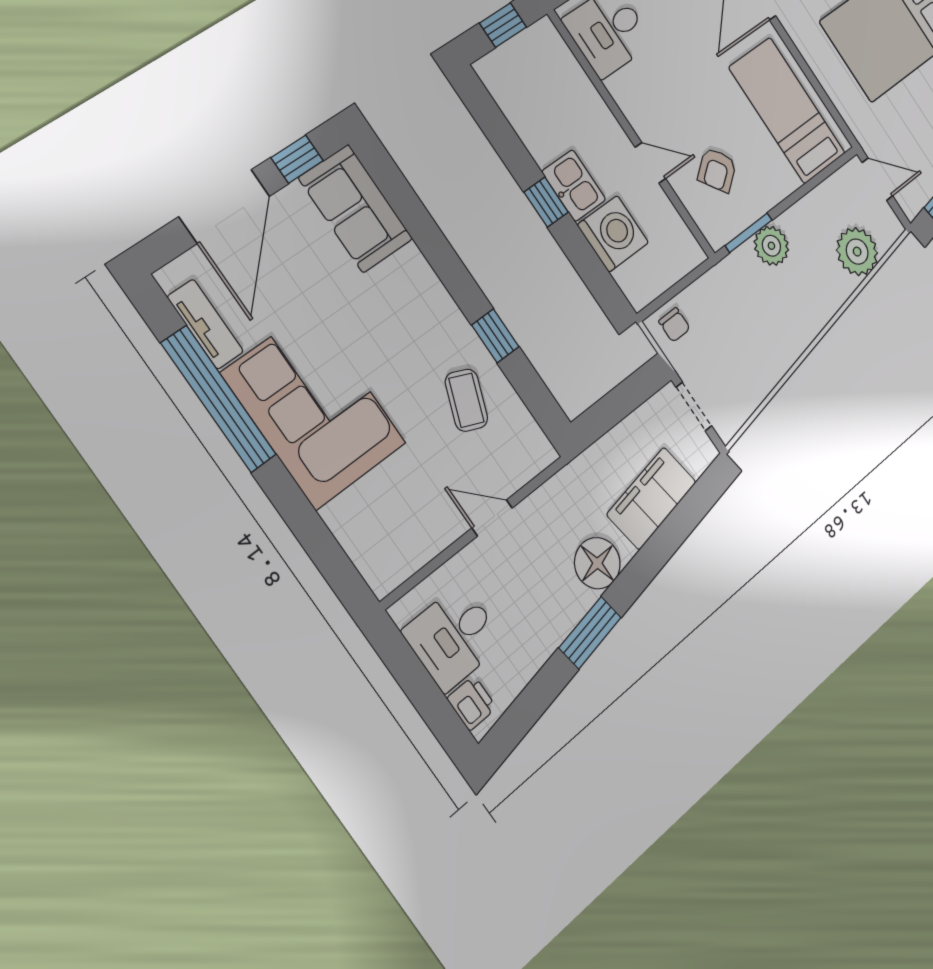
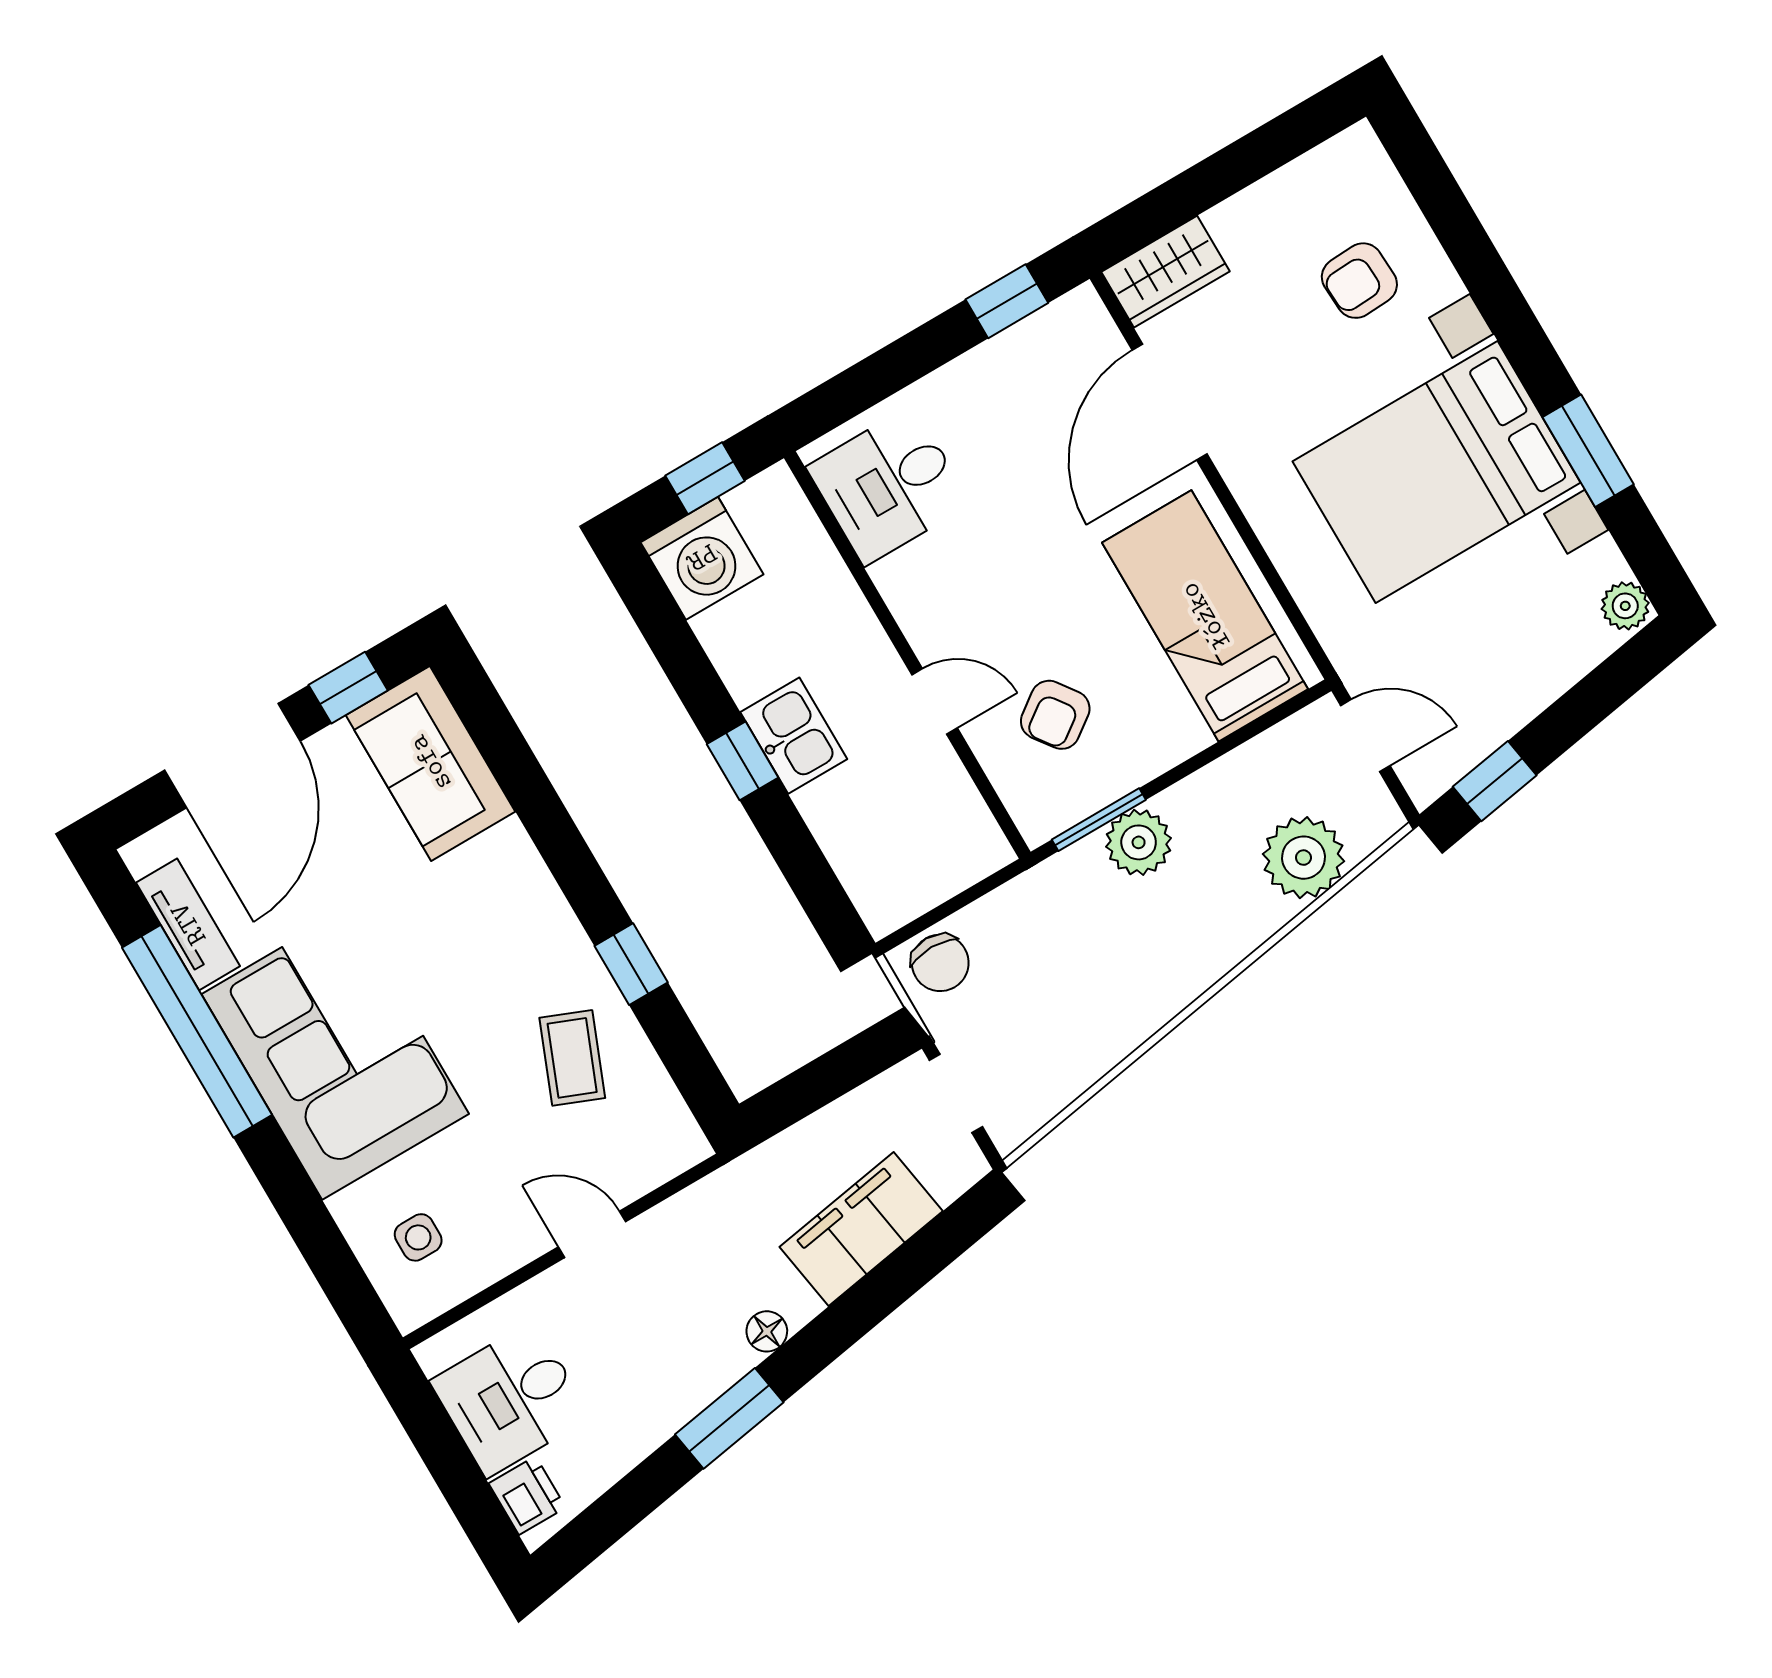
washing machine: (613, 234) -> (702, 558), moved, turned 90
chair: (674, 325) -> (940, 963), width x1.37, depth x1.37
side table: (382, 531) -> (418, 1237), added
floor lamp: (597, 563) -> (767, 1331), width x0.53, depth x0.53

